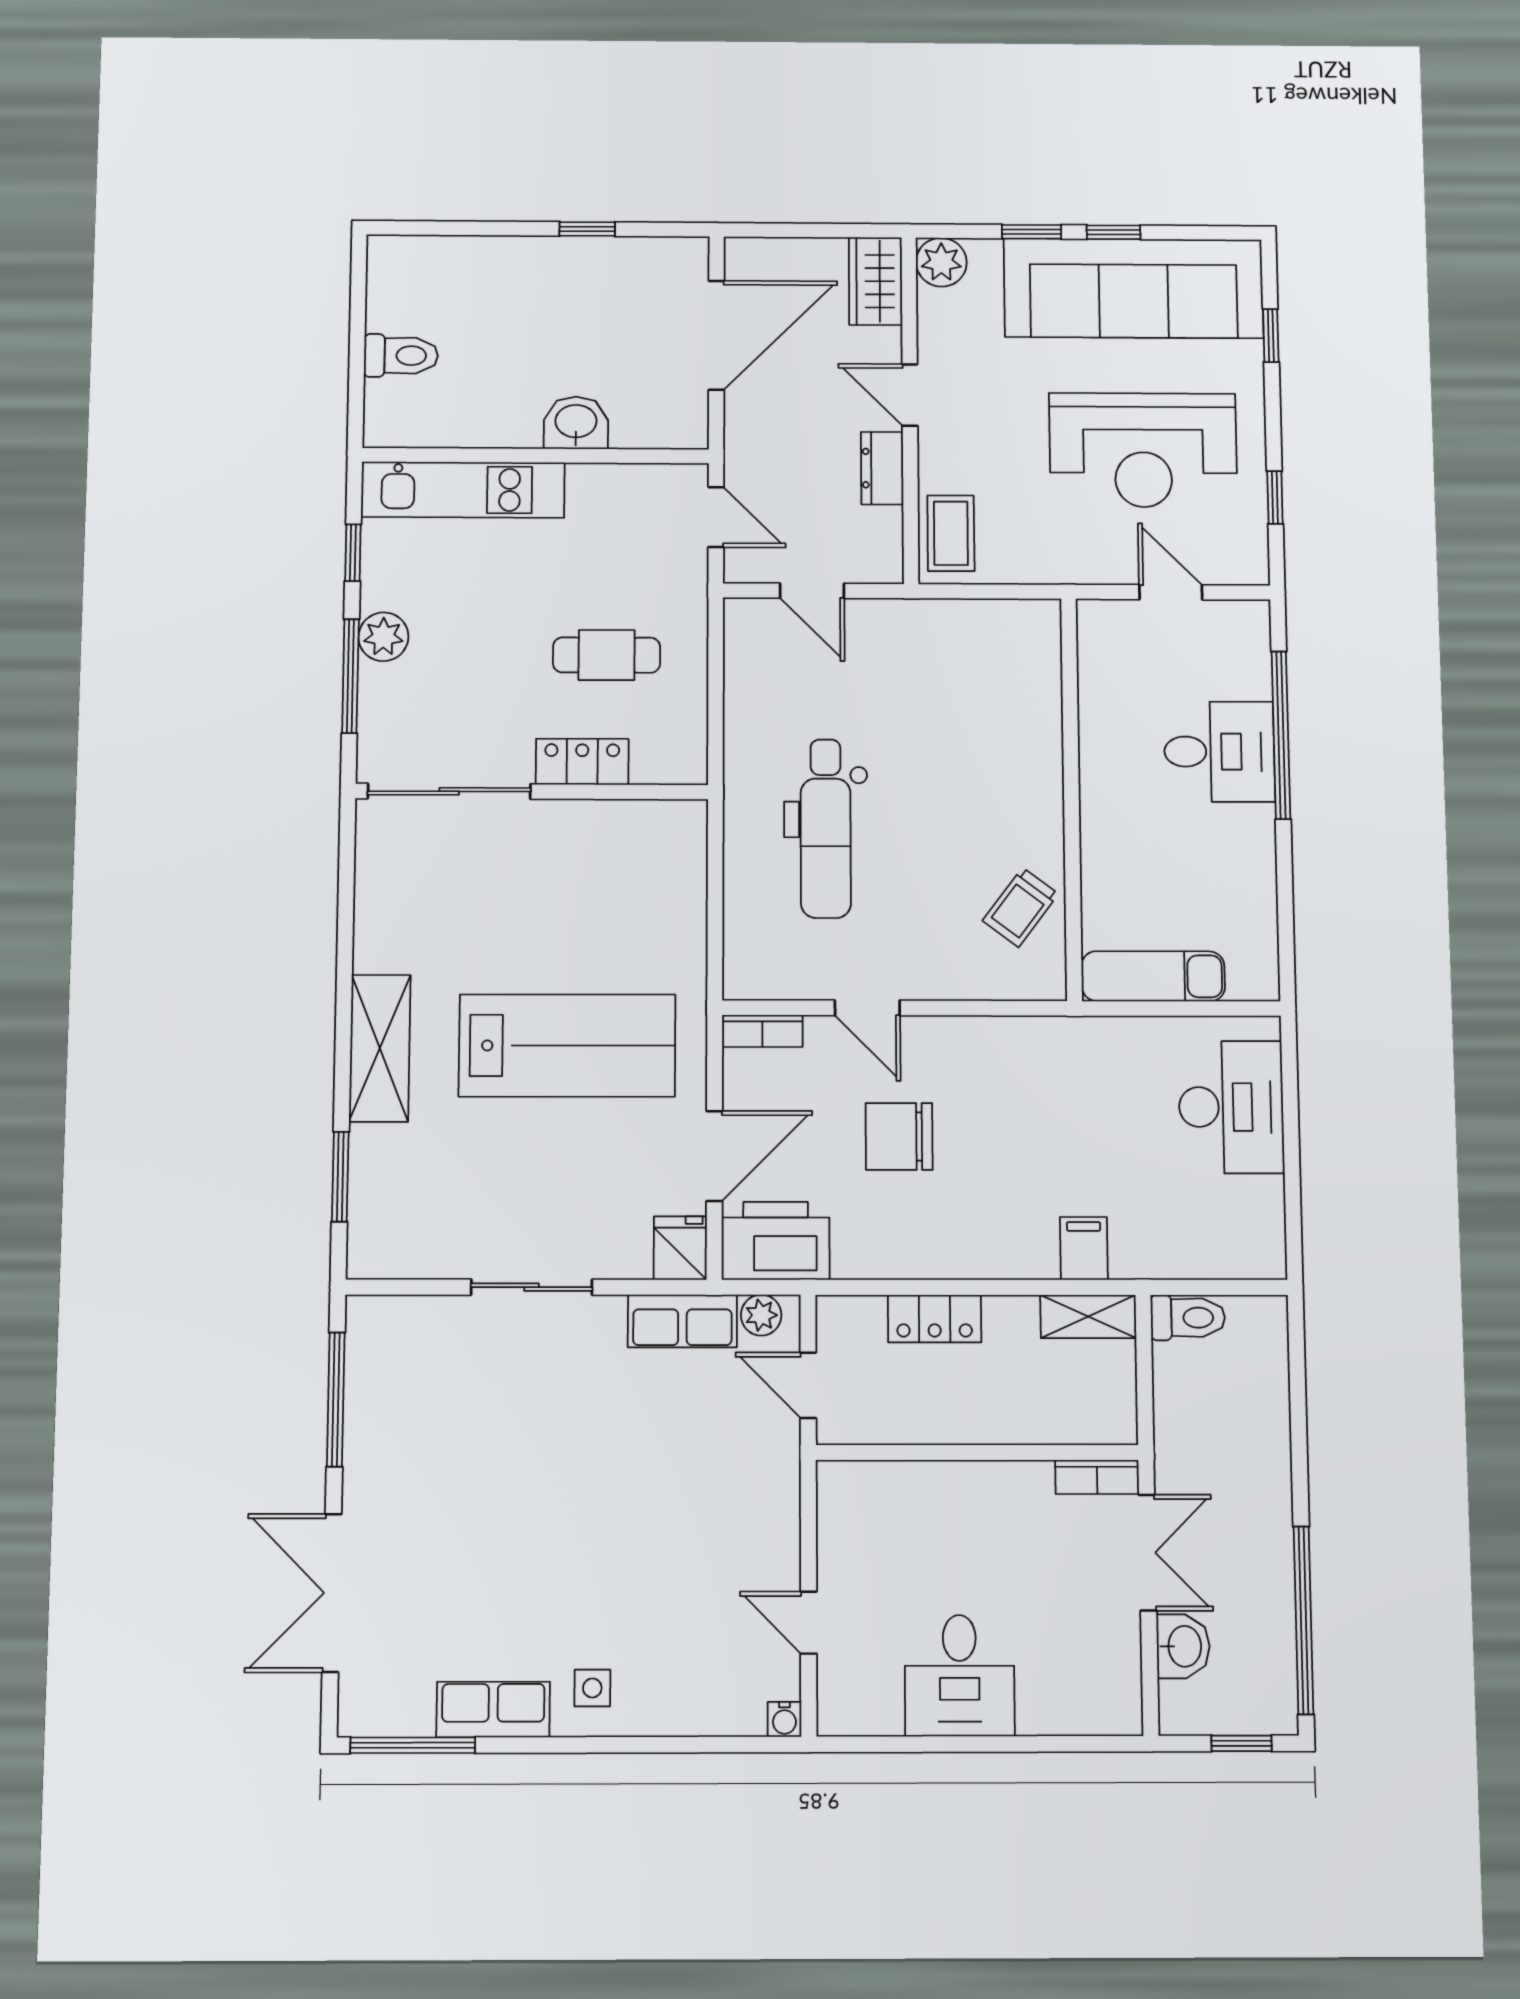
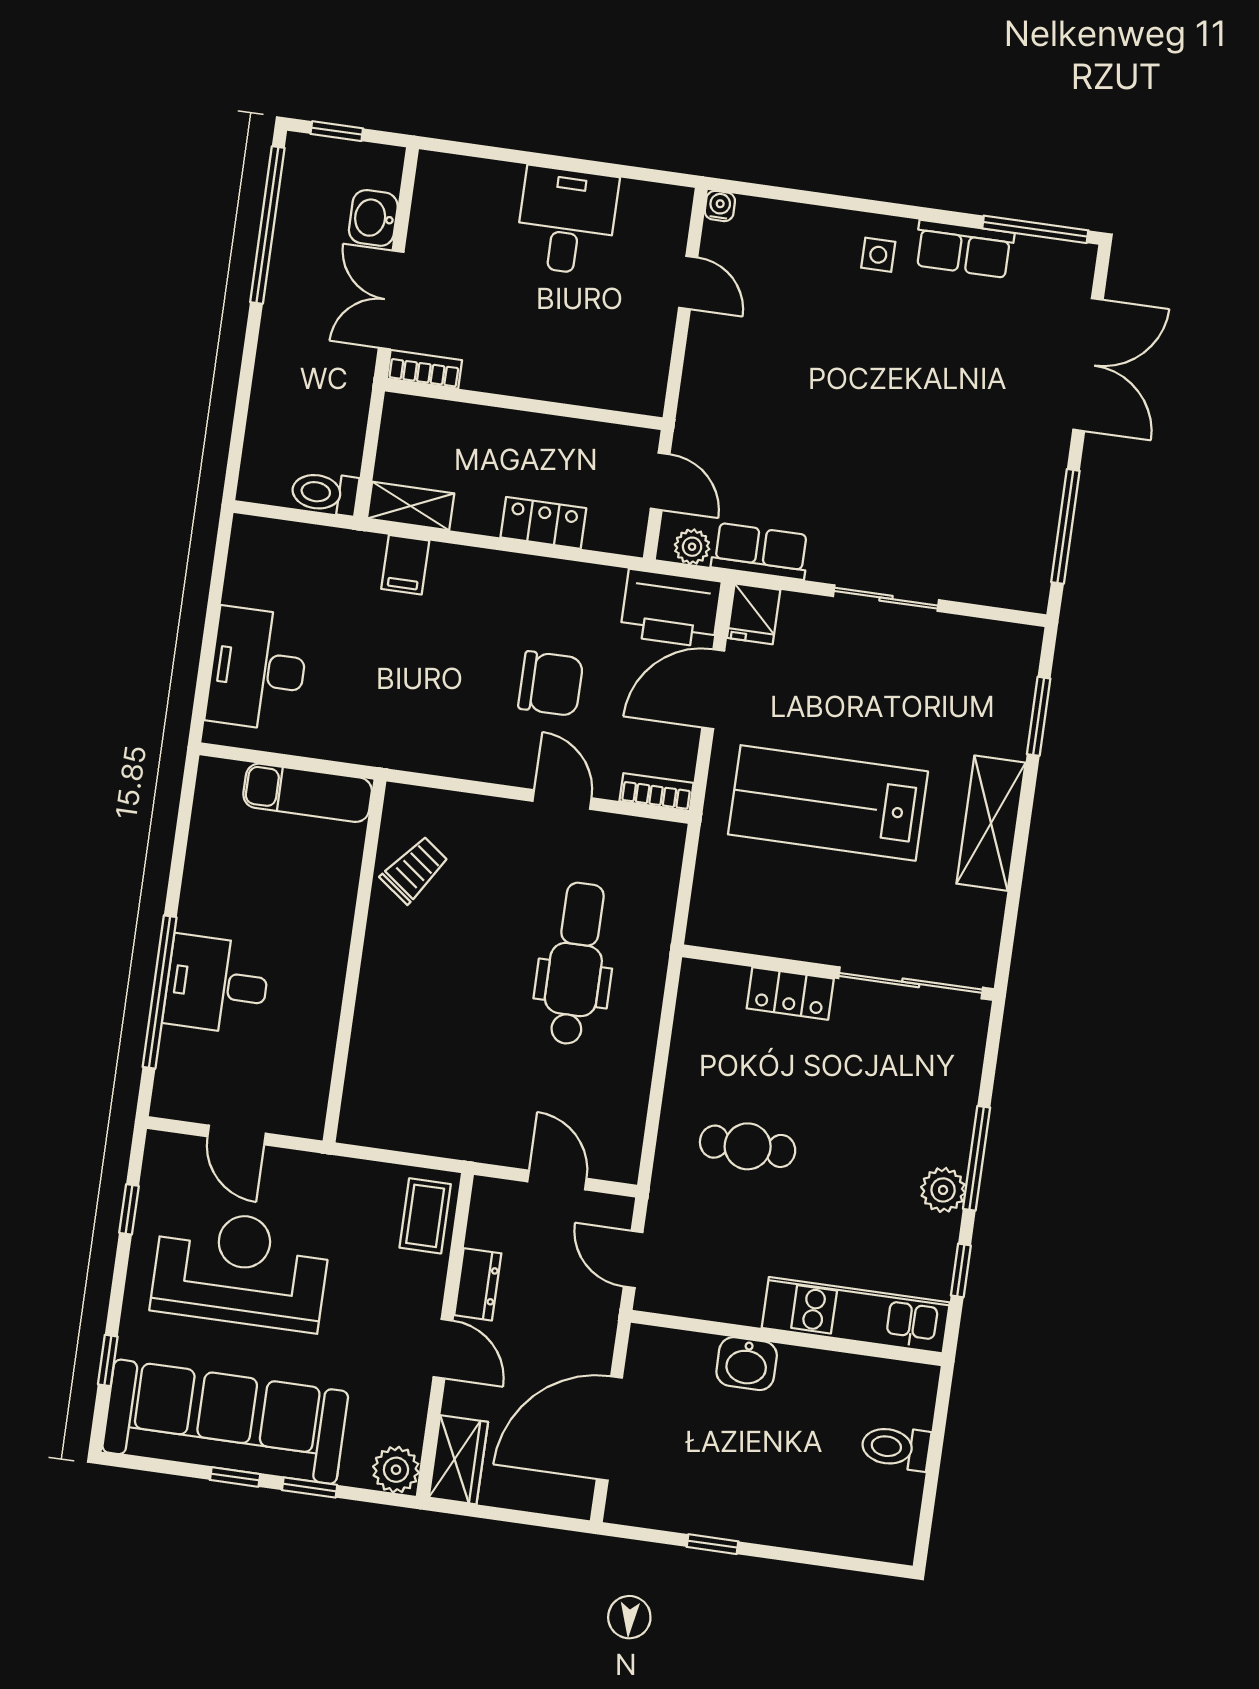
locker: (582, 762) -> (790, 993), moved
sliding door: (449, 791) -> (911, 983), moved
wall: (532, 792) -> (838, 973), moved

